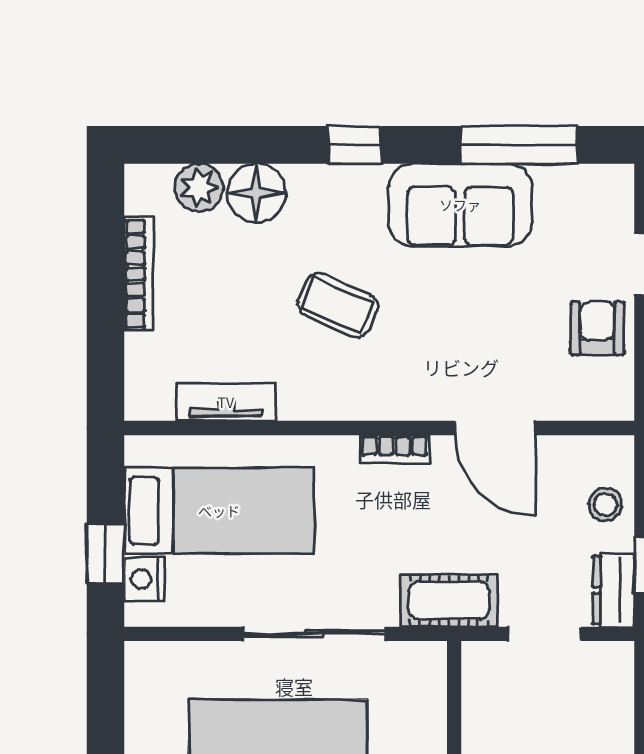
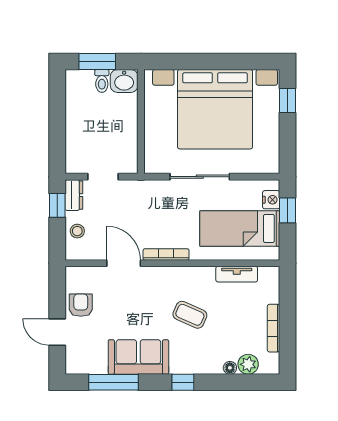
floor lamp: (256, 193) -> (230, 368), width x0.53, depth x0.53
armchair: (597, 328) -> (81, 305), turned 180
bookcase: (394, 449) -> (166, 254), width x1.56
cot: (449, 601) -> (143, 191), removed

